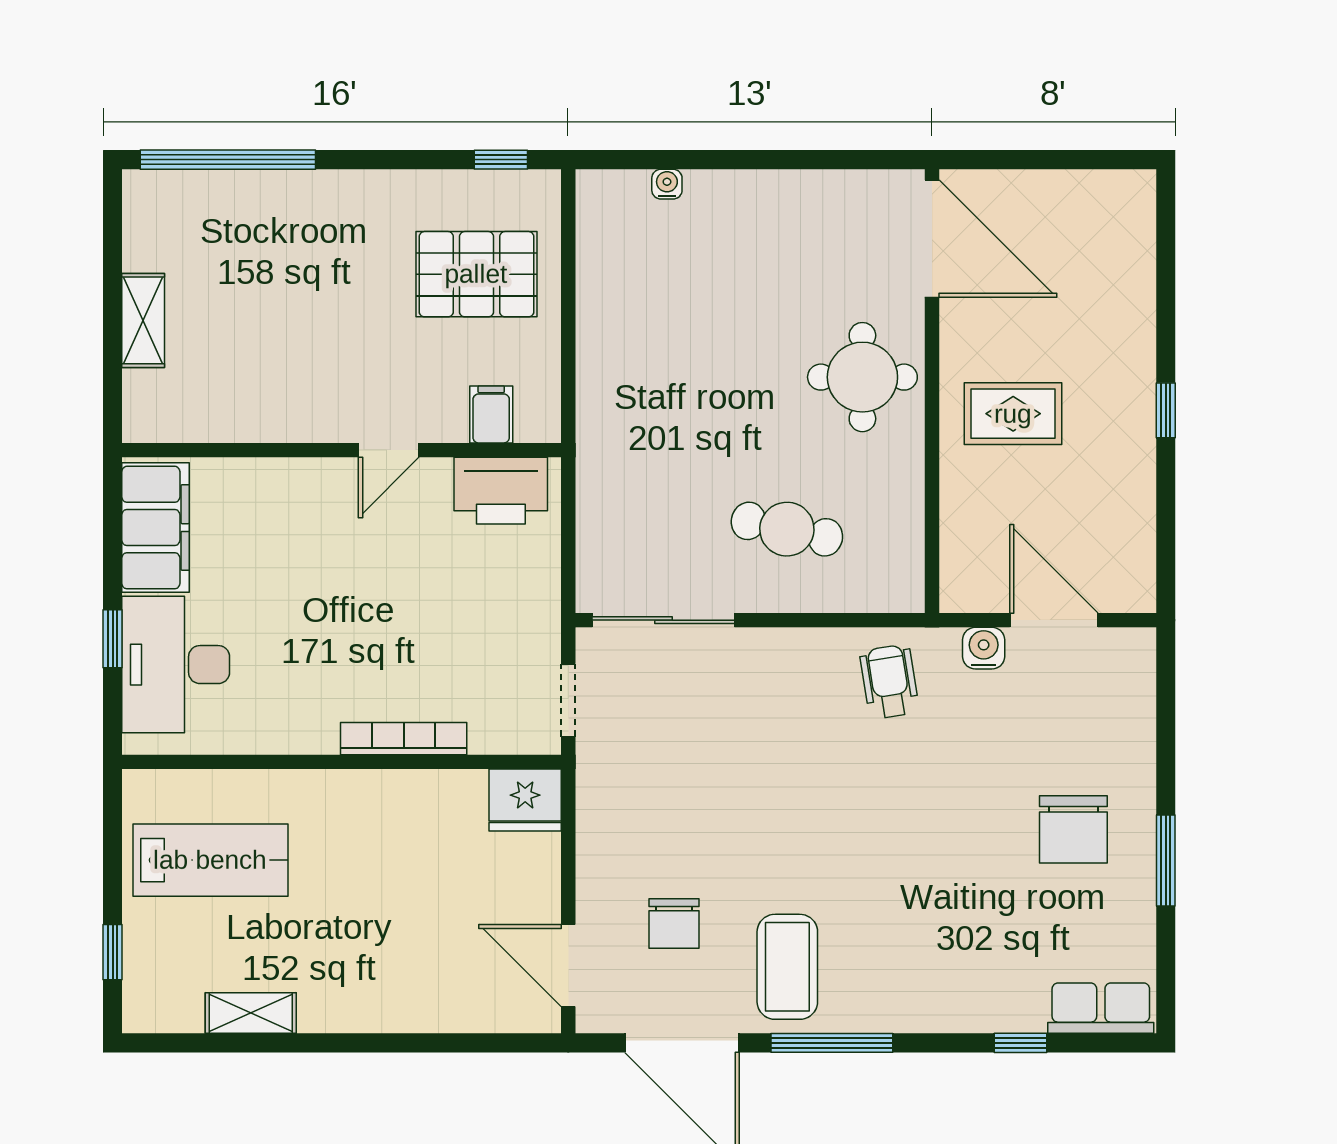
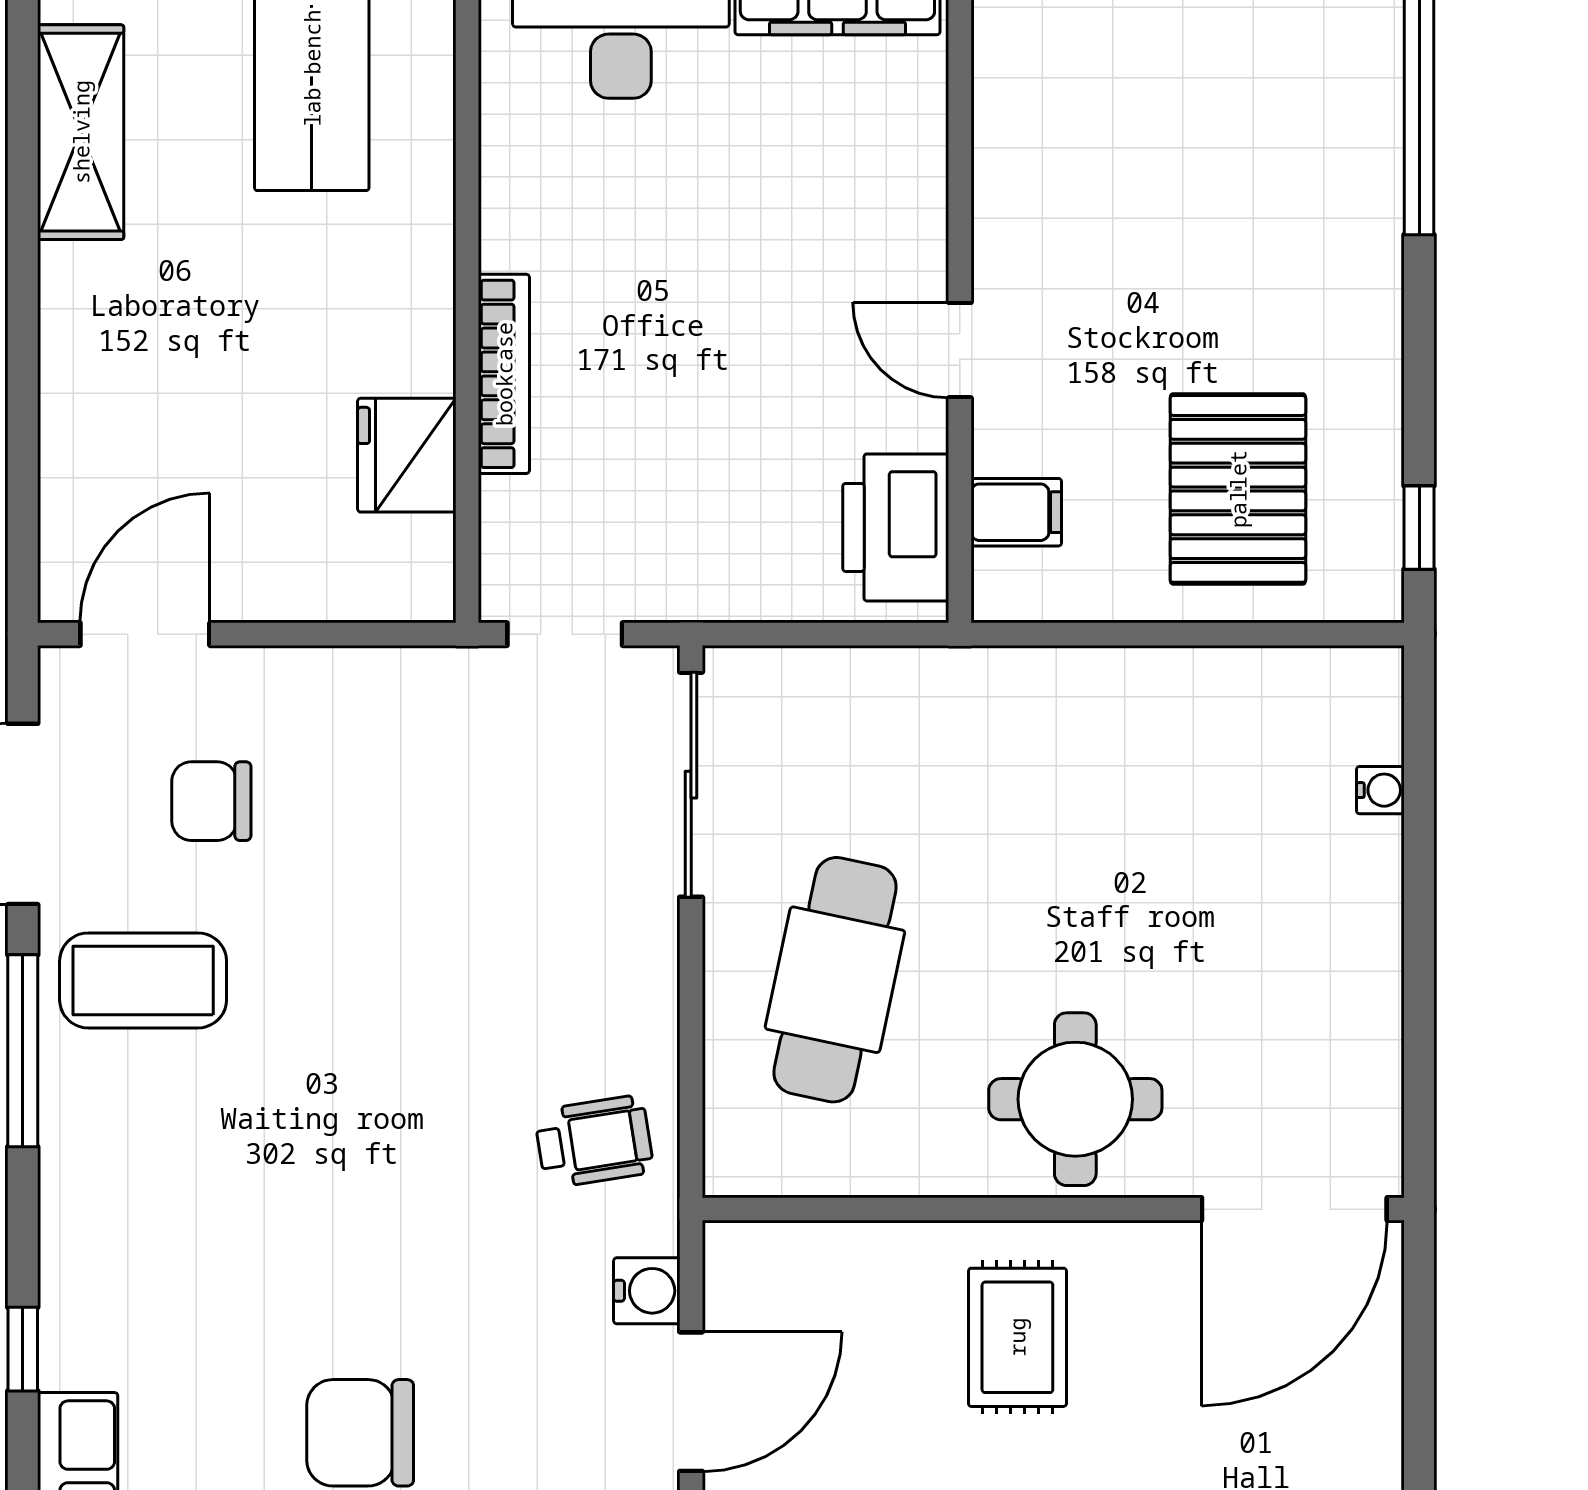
cafe table: (787, 529) -> (835, 980), width x1.37, depth x1.35
fridge: (525, 800) -> (407, 455), moved
shelving: (251, 1013) -> (81, 132), width x1.50, depth x1.33

